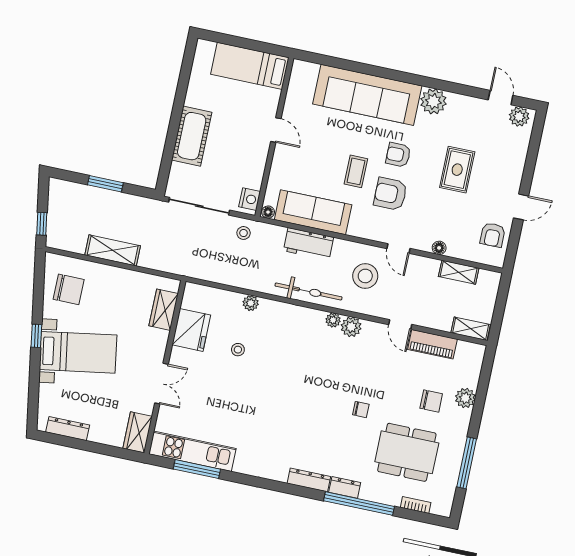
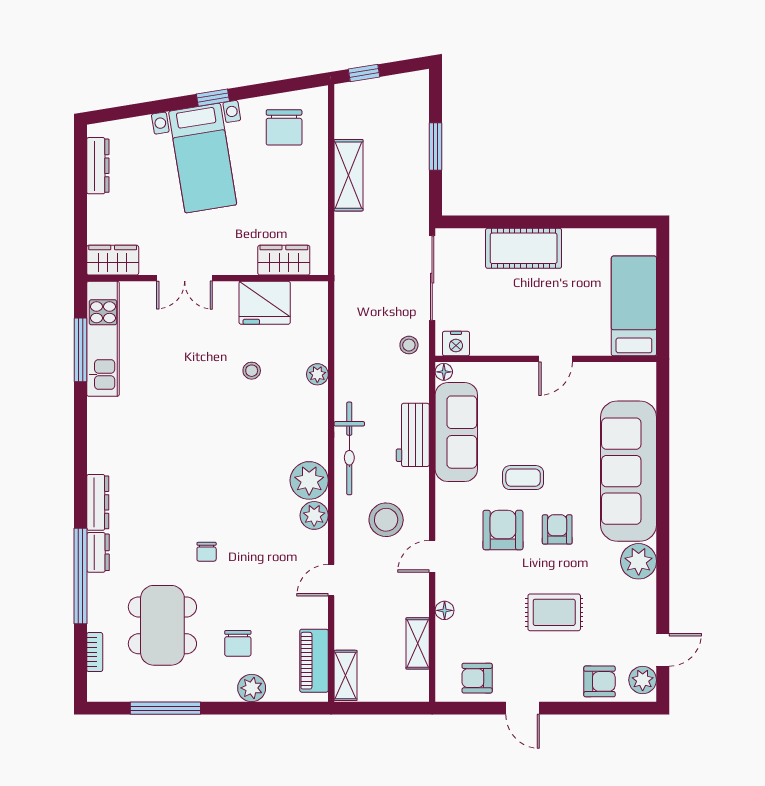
armchair: (514, 148) -> (599, 681), added
plant: (333, 320) -> (309, 480), width x1.87, depth x1.87
piano: (432, 344) -> (314, 661), moved

